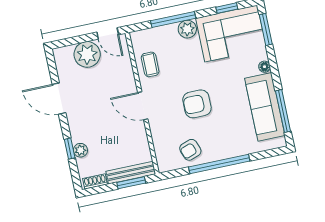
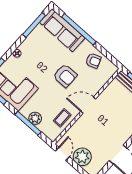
plant: (187, 29) -> (35, 118), moved
door: (143, 106) -> (88, 105), swing flipped
sofa: (265, 107) -> (62, 30), moved, turned 90
window: (219, 164) -> (79, 29), moved

